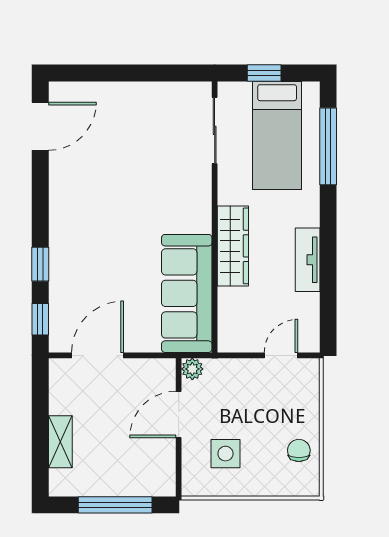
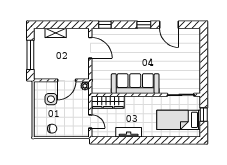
door: (40, 126) -> (169, 25), moved
window: (328, 146) -> (174, 140), removed
wardrobe: (233, 246) -> (108, 102), moved
window: (40, 264) -> (144, 25), moved
sofa: (187, 293) -> (135, 84), moved
door: (179, 415) -> (67, 80), swing flipped

